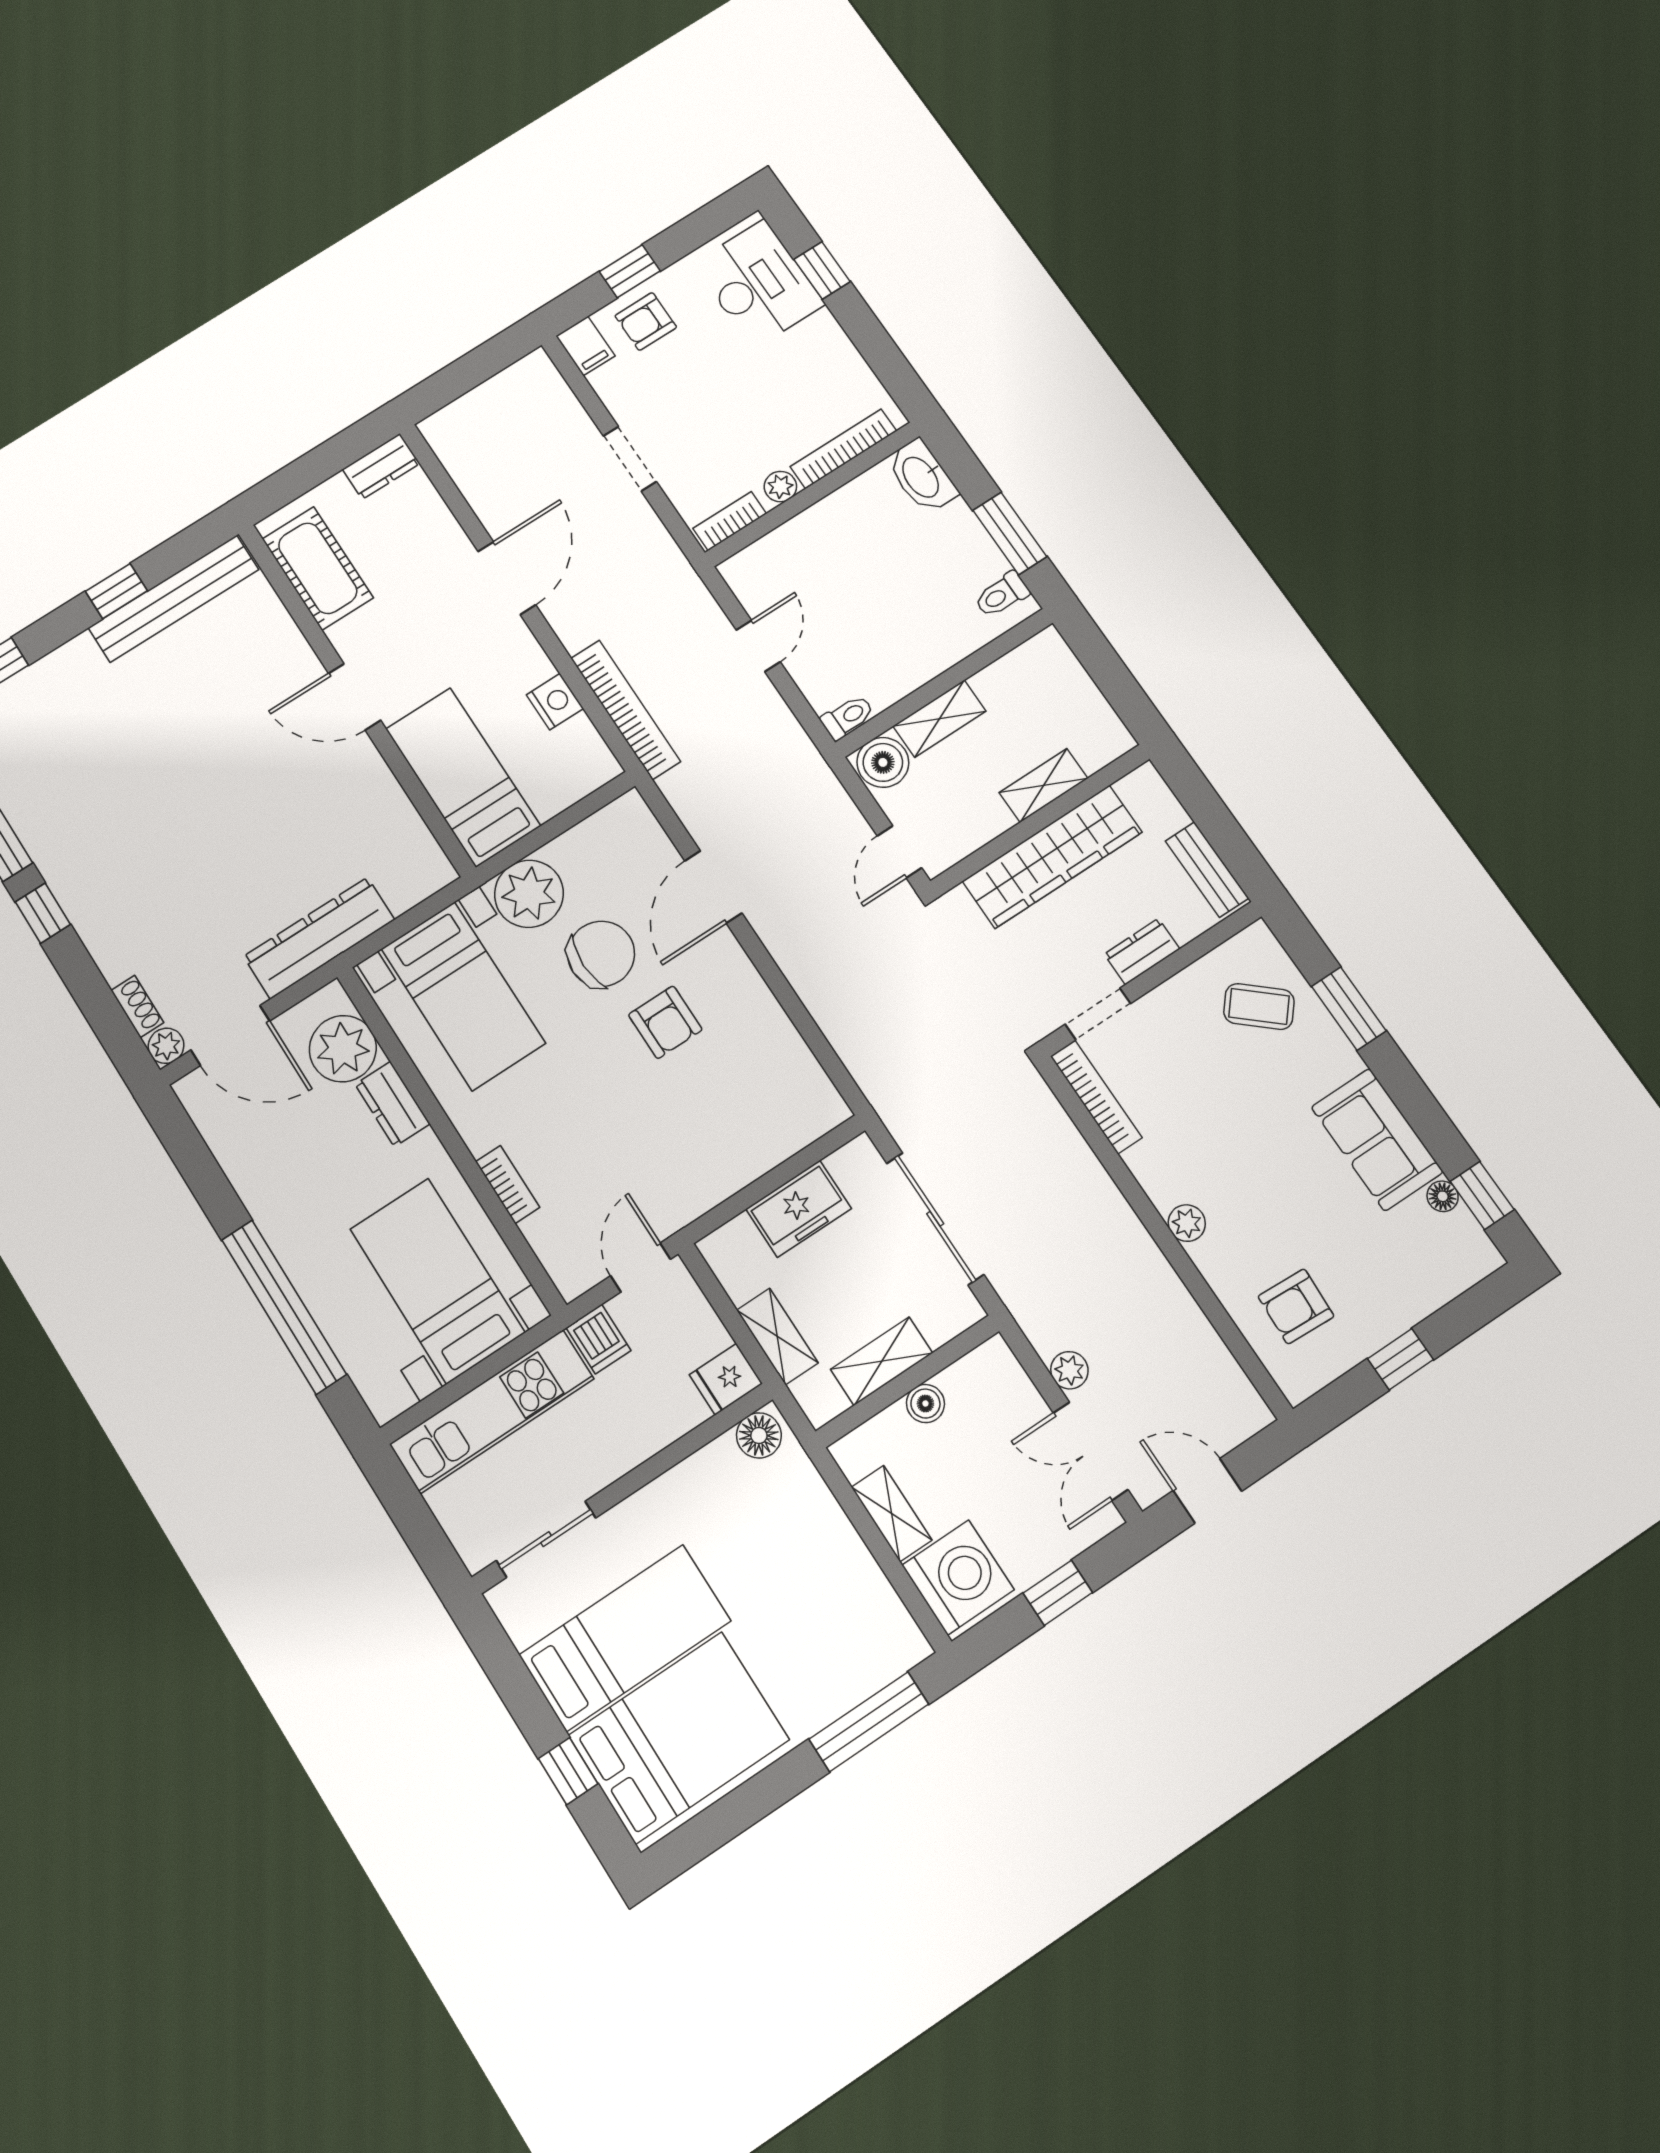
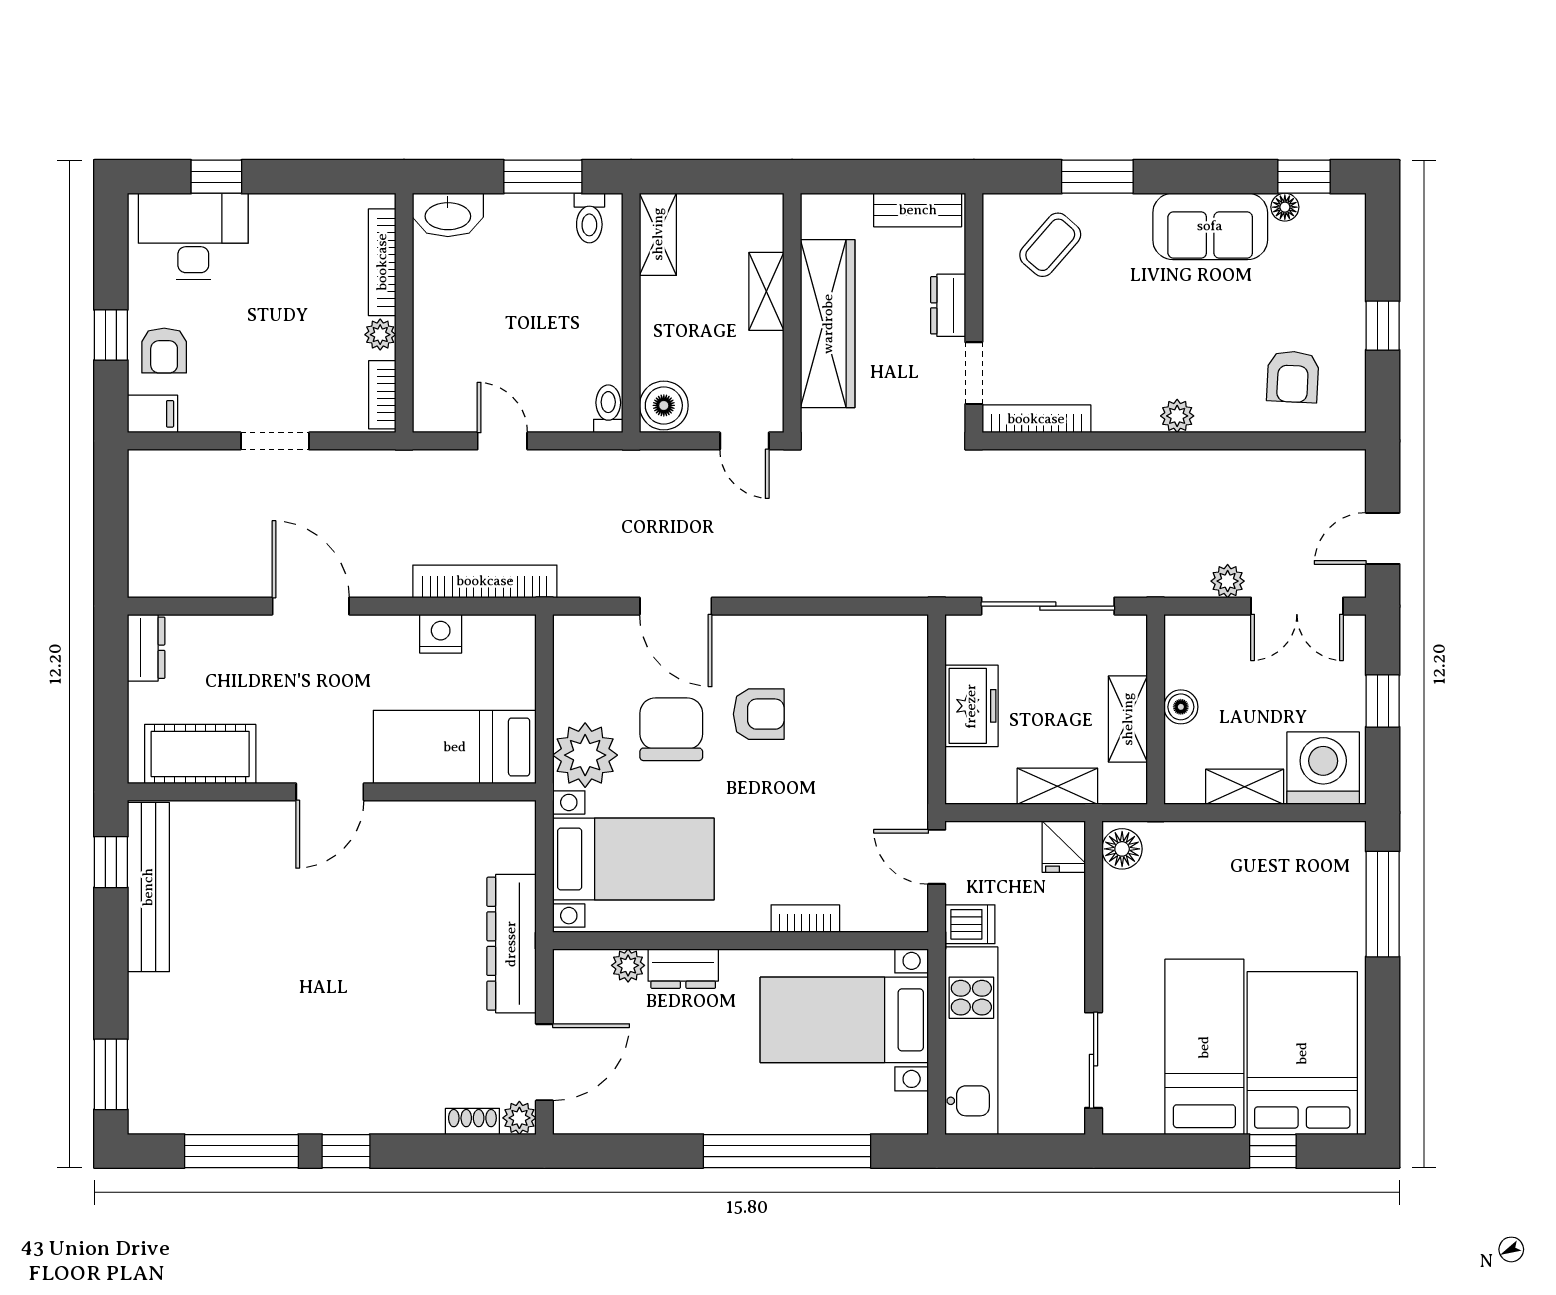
window: (116, 591) -> (111, 862), moved
shelving: (939, 719) -> (658, 234), moved
plant: (343, 1049) -> (628, 965), width x0.53, depth x0.53

